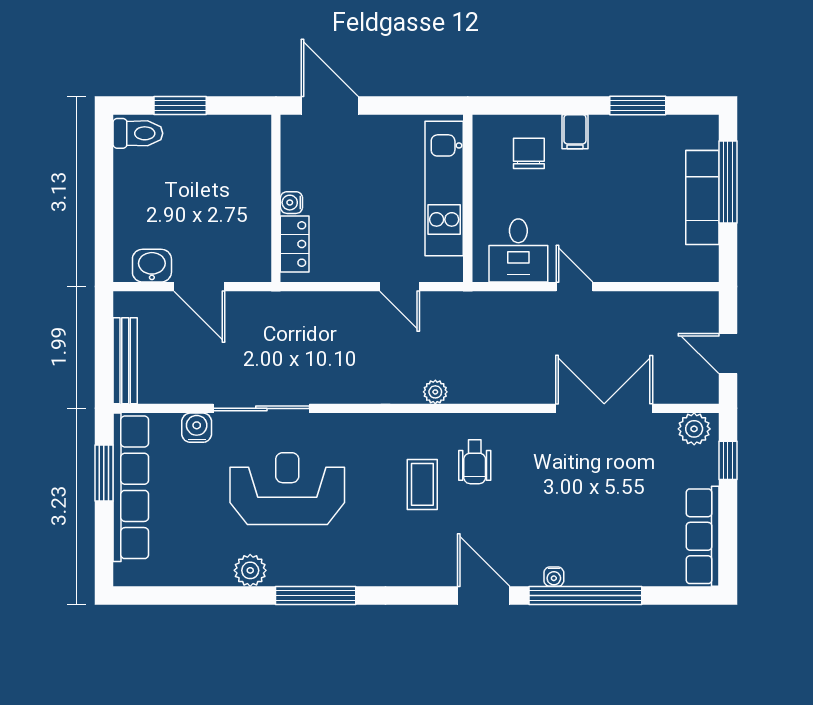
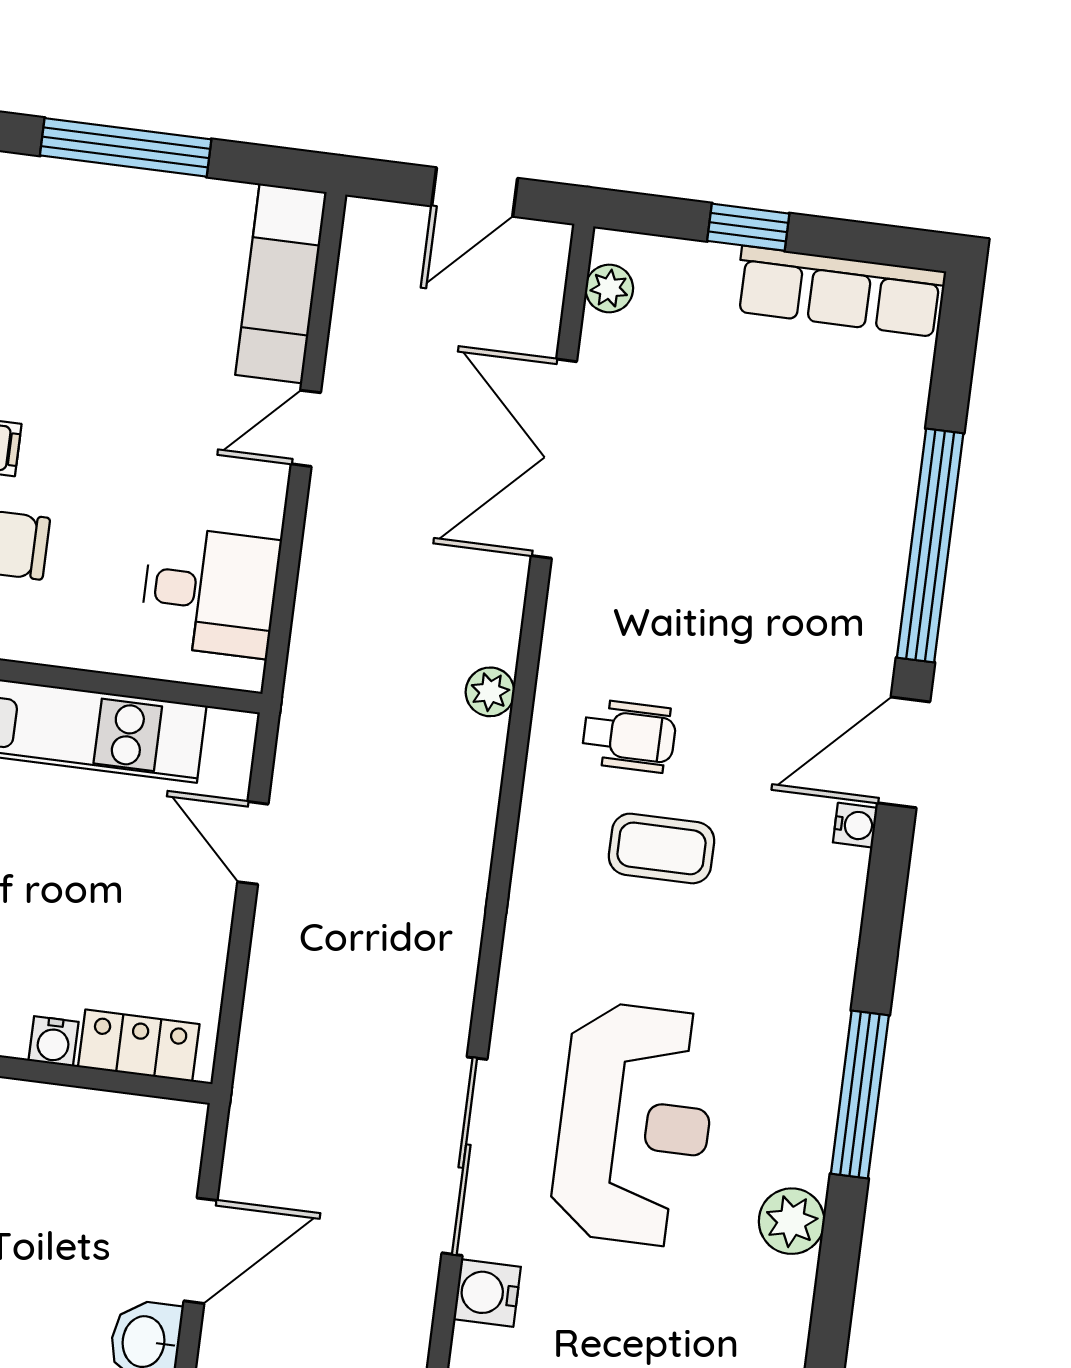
exam couch: (702, 197) -> (281, 283), moved, turned 90
door: (400, 287) -> (253, 843), swing flipped
door: (575, 287) -> (306, 428), moved
plant: (435, 392) -> (490, 692), moved
plant: (694, 429) -> (609, 288), width x0.73, depth x0.73
window: (728, 460) -> (748, 227), moved
reception desk: (287, 489) -> (635, 1124), turned 180
water cooler: (554, 577) -> (855, 825), moved

